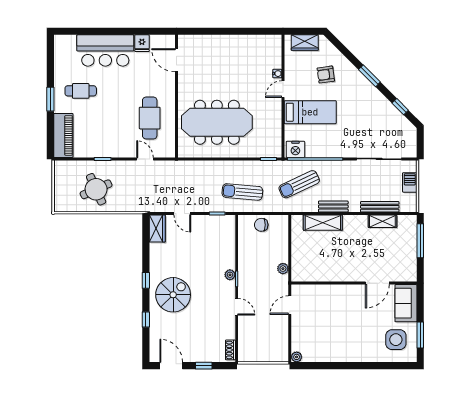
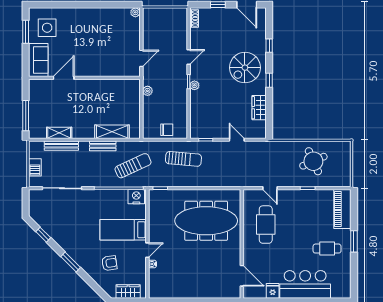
wardrobe: (157, 229) -> (259, 108), moved
door: (237, 307) -> (189, 57), swing flipped

